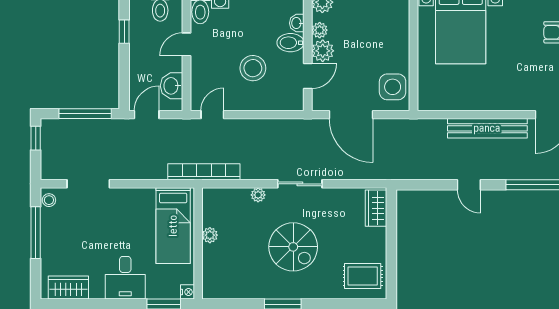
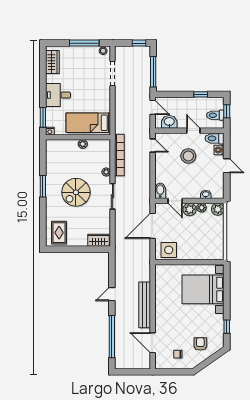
bidet: (290, 43) -> (160, 191), moved
stool: (253, 68) -> (188, 156), moved
bookcase: (204, 172) -> (119, 155), moved

